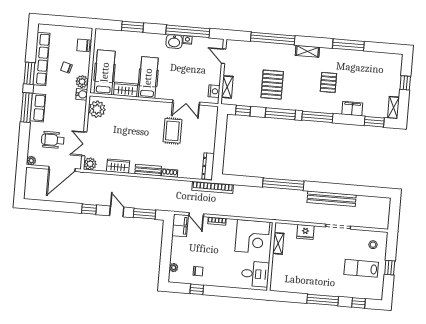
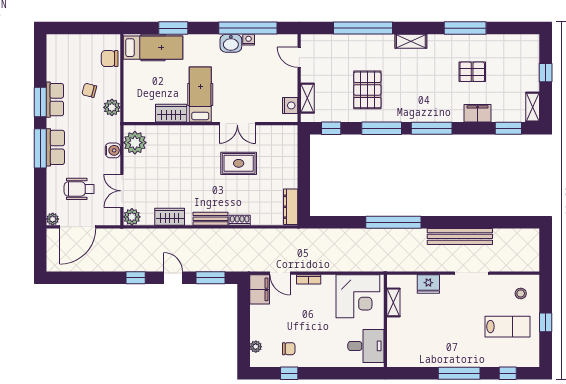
row of seats: (41, 59) -> (55, 100), width x0.50
hospital bed: (105, 72) -> (153, 48), moved, turned 90
pallet: (328, 82) -> (472, 72), moved, turned 90
water cooler: (82, 94) -> (113, 150), moved
double door: (186, 102) -> (237, 124), moved
rug: (172, 131) -> (239, 163), turned 90
door: (62, 169) -> (78, 227), moved
bookcase: (213, 187) -> (299, 235), removed
lab bench: (361, 268) -> (507, 327), turned 180

